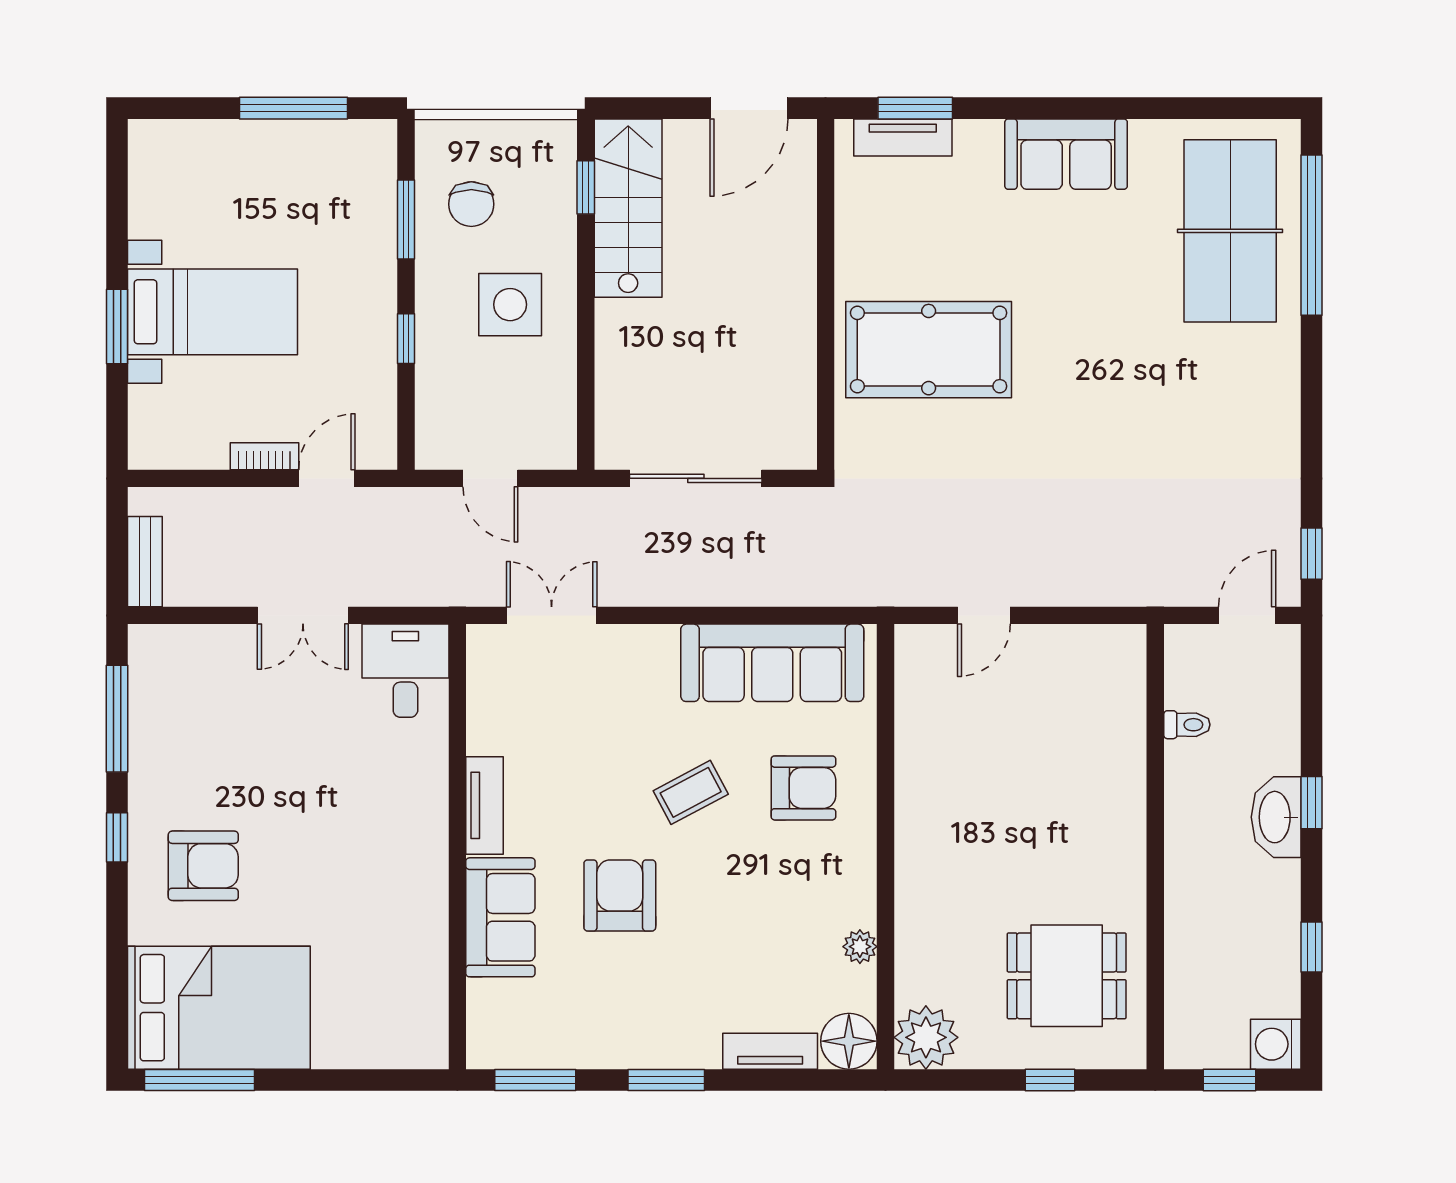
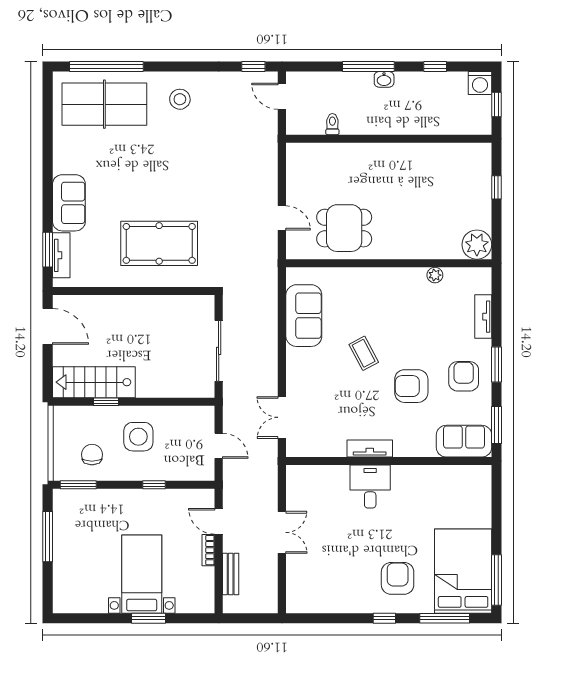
sofa: (1066, 154) -> (69, 203), moved
window: (586, 187) -> (106, 402), moved
chair: (471, 204) -> (92, 455), turned -90
window: (406, 219) -> (78, 485), moved
pool table: (929, 350) -> (159, 243), turned 90
stool: (1241, 394) -> (180, 99), added
door: (490, 478) -> (219, 446), hinge flipped
bench: (145, 562) -> (231, 574), moved, turned 90
sofa: (772, 663) -> (304, 316), width x0.73
desk: (405, 671) -> (370, 487), moved, turned 90
window: (117, 719) -> (445, 618), moved
armchair: (803, 788) -> (464, 376), moved
window: (1312, 803) -> (368, 67), width x2.17
washbasin: (1276, 817) -> (384, 79), width x0.52, depth x0.69
sofa: (500, 917) -> (464, 441), moved
dining table: (1067, 976) -> (344, 228), moved, turned 90
floor lamp: (849, 1041) -> (479, 280), removed

